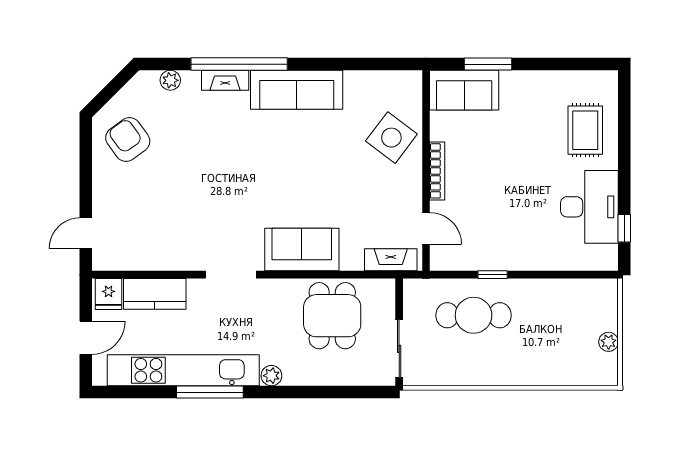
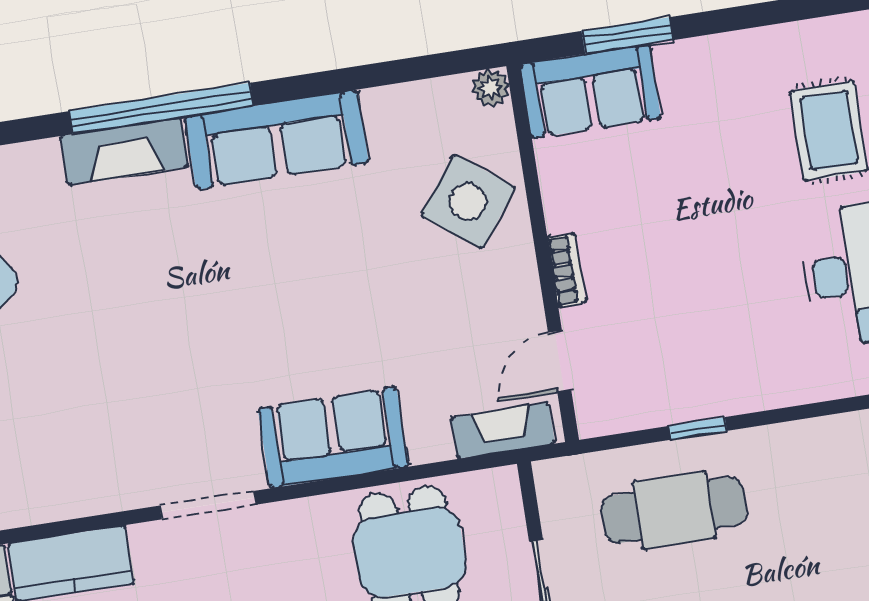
plant: (170, 80) -> (491, 88), moved
fireplace: (225, 80) -> (124, 151), width x1.37, depth x1.32
bookcase: (437, 171) -> (567, 270), width x0.64
door: (426, 228) -> (560, 361), swing flipped

